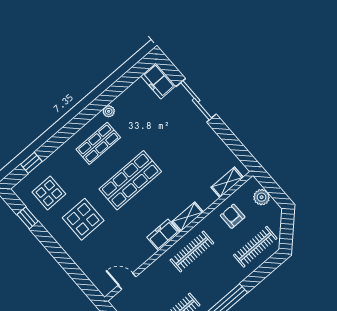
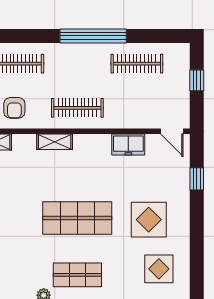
window: (28, 218) -> (197, 179), moved
freezer: (163, 235) -> (128, 144), moved
door: (127, 281) -> (172, 131), moved

